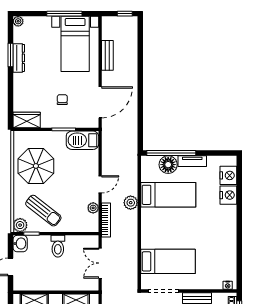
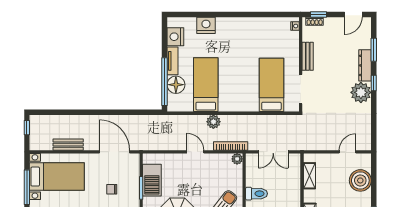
barbecue: (82, 140) -> (152, 180), moved
nightstand: (228, 175) -> (175, 37), moved, turned -90
plant: (93, 208) -> (237, 159), moved

